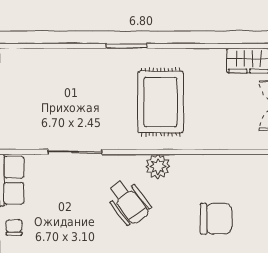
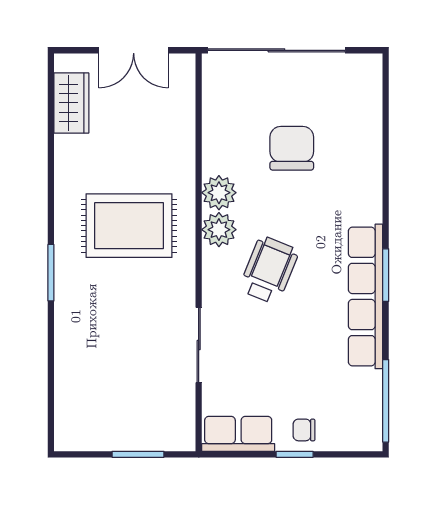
plant: (184, 166) -> (219, 193), added
wheelchair: (129, 202) -> (269, 270), turned -31

